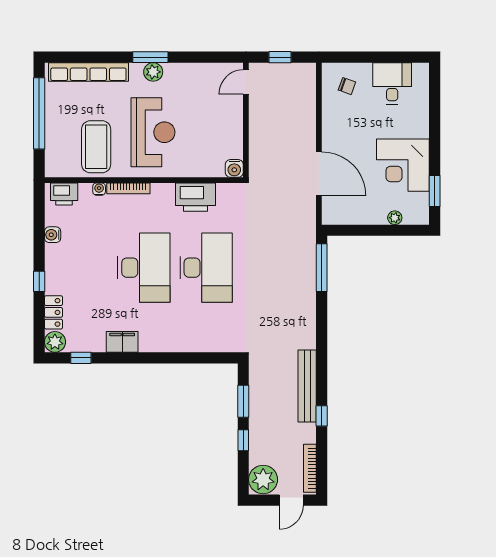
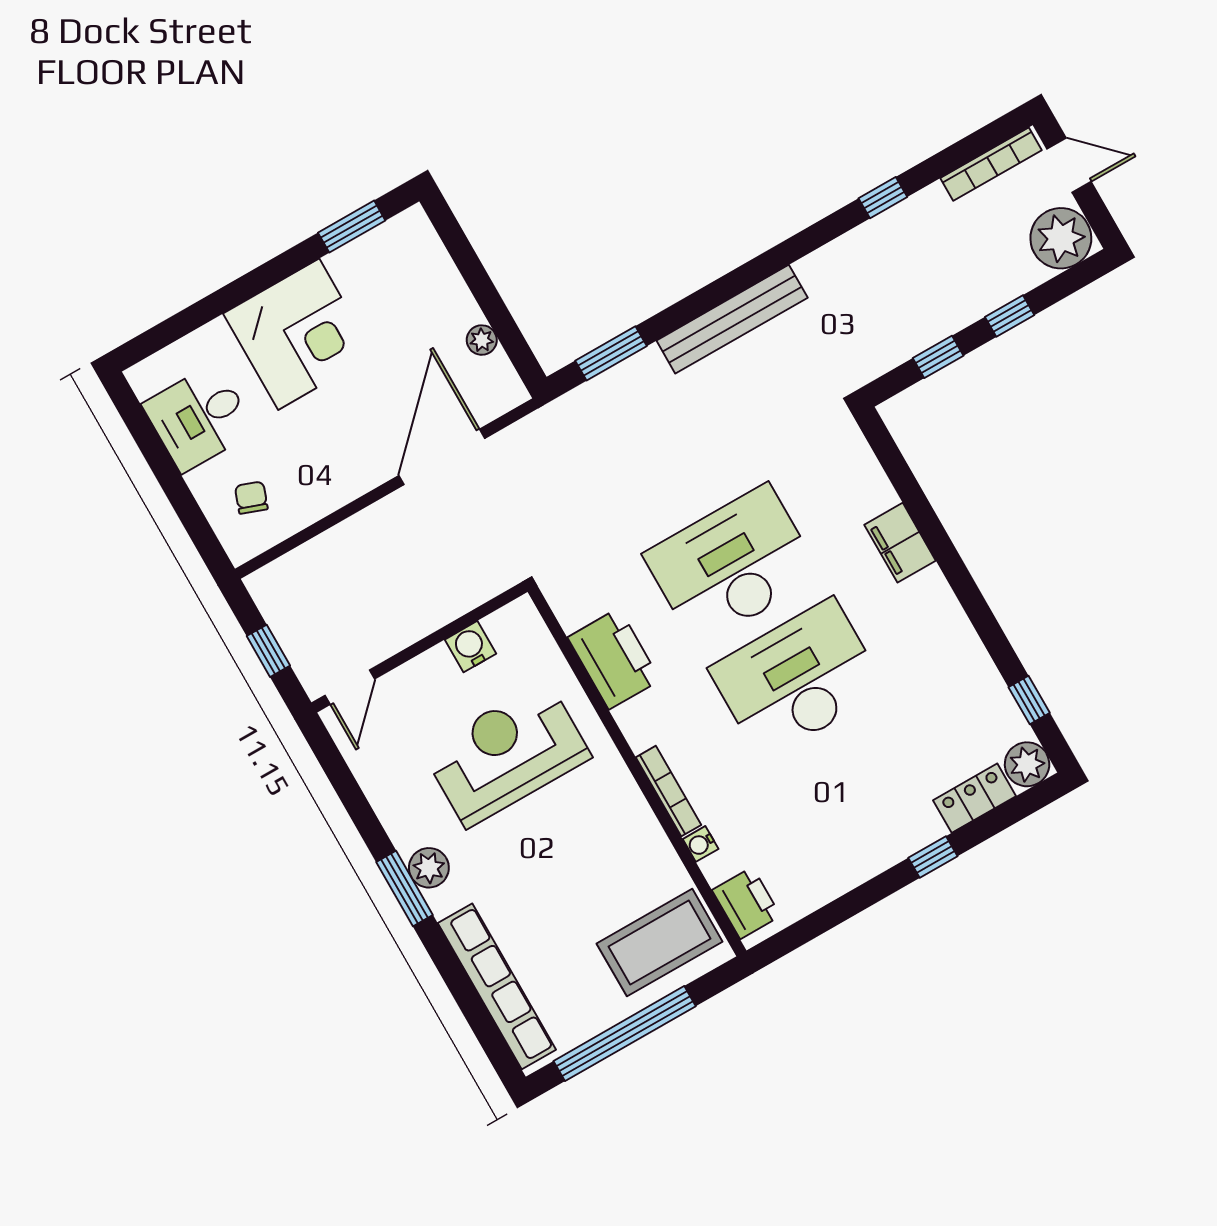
door: (246, 82) -> (350, 687), hinge flipped
reception desk: (153, 132) -> (507, 754), moved
coffee table: (96, 147) -> (660, 943), moved
corner desk: (403, 165) -> (299, 334), moved
water cooler: (234, 168) -> (470, 647), moved, turned -90
plant: (395, 218) -> (482, 340), moved
water cooler: (53, 235) -> (833, 881), removed
window: (322, 268) -> (611, 353), width x0.69
filing cabinet: (122, 342) -> (900, 543), moved
bench: (307, 386) -> (732, 319), moved
window: (243, 401) -> (938, 357), width x0.67

